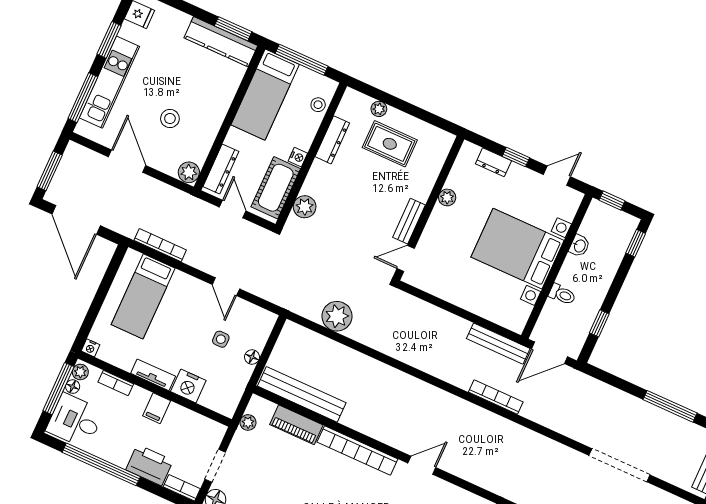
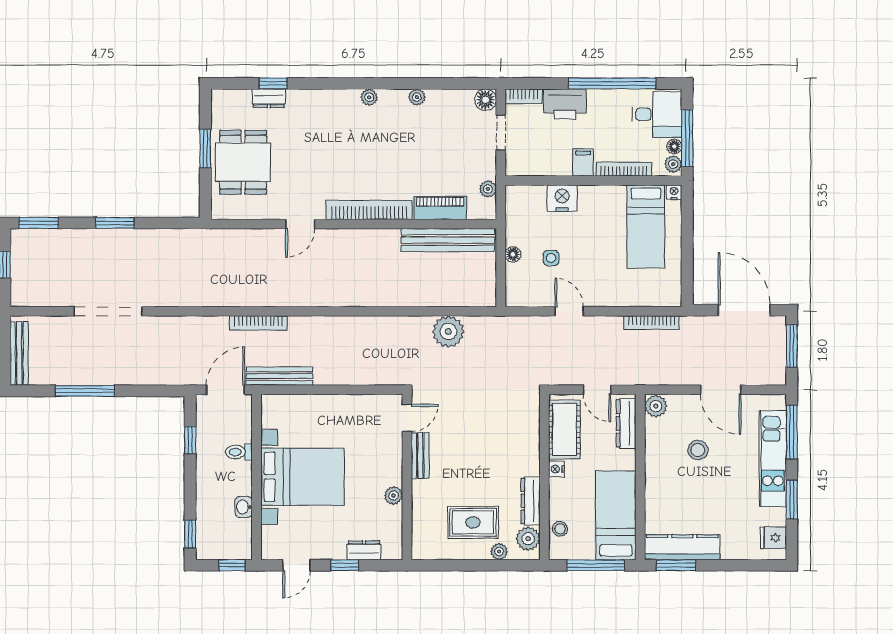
plant: (305, 207) -> (528, 539), moved
bed: (143, 296) -> (646, 226), moved, turned 180
tv unit: (153, 375) -> (601, 193), removed
bookcase: (116, 383) -> (624, 169), width x1.56

